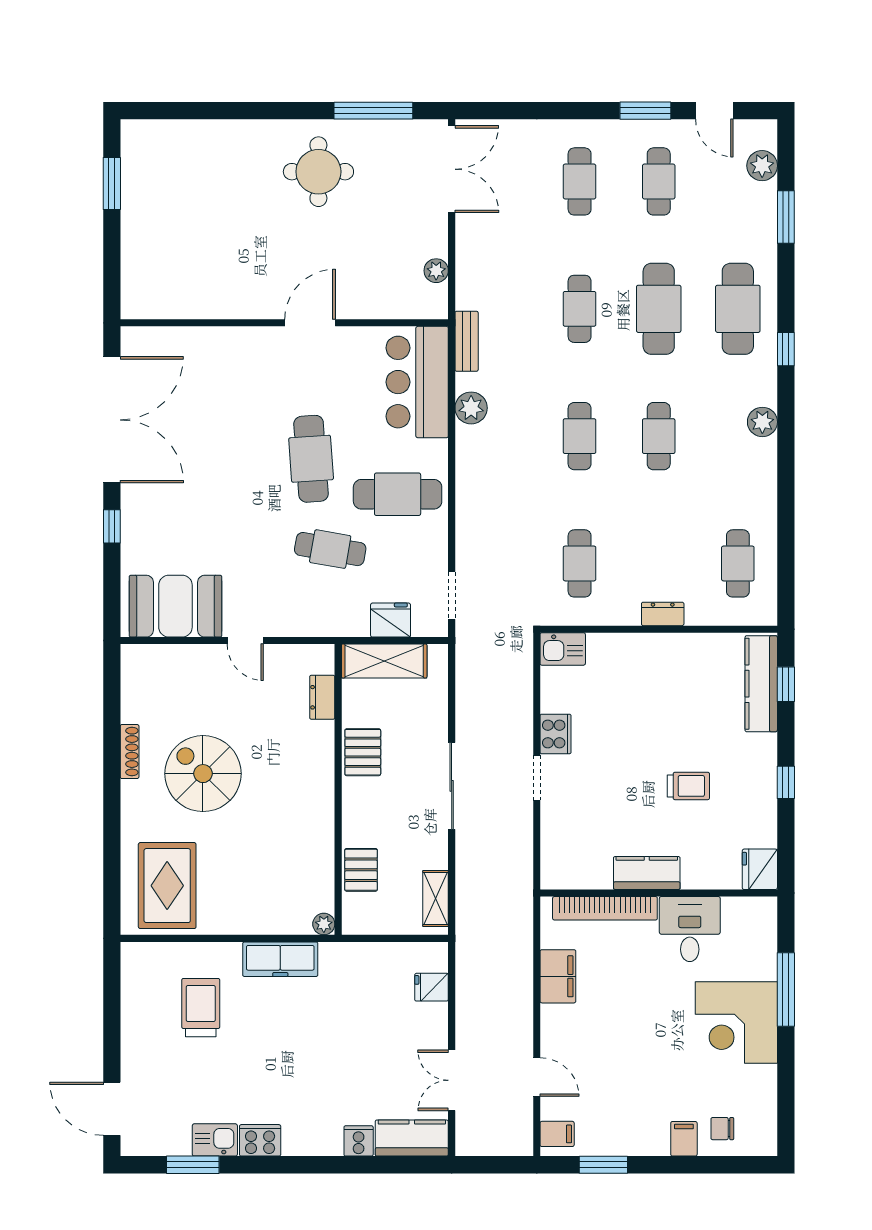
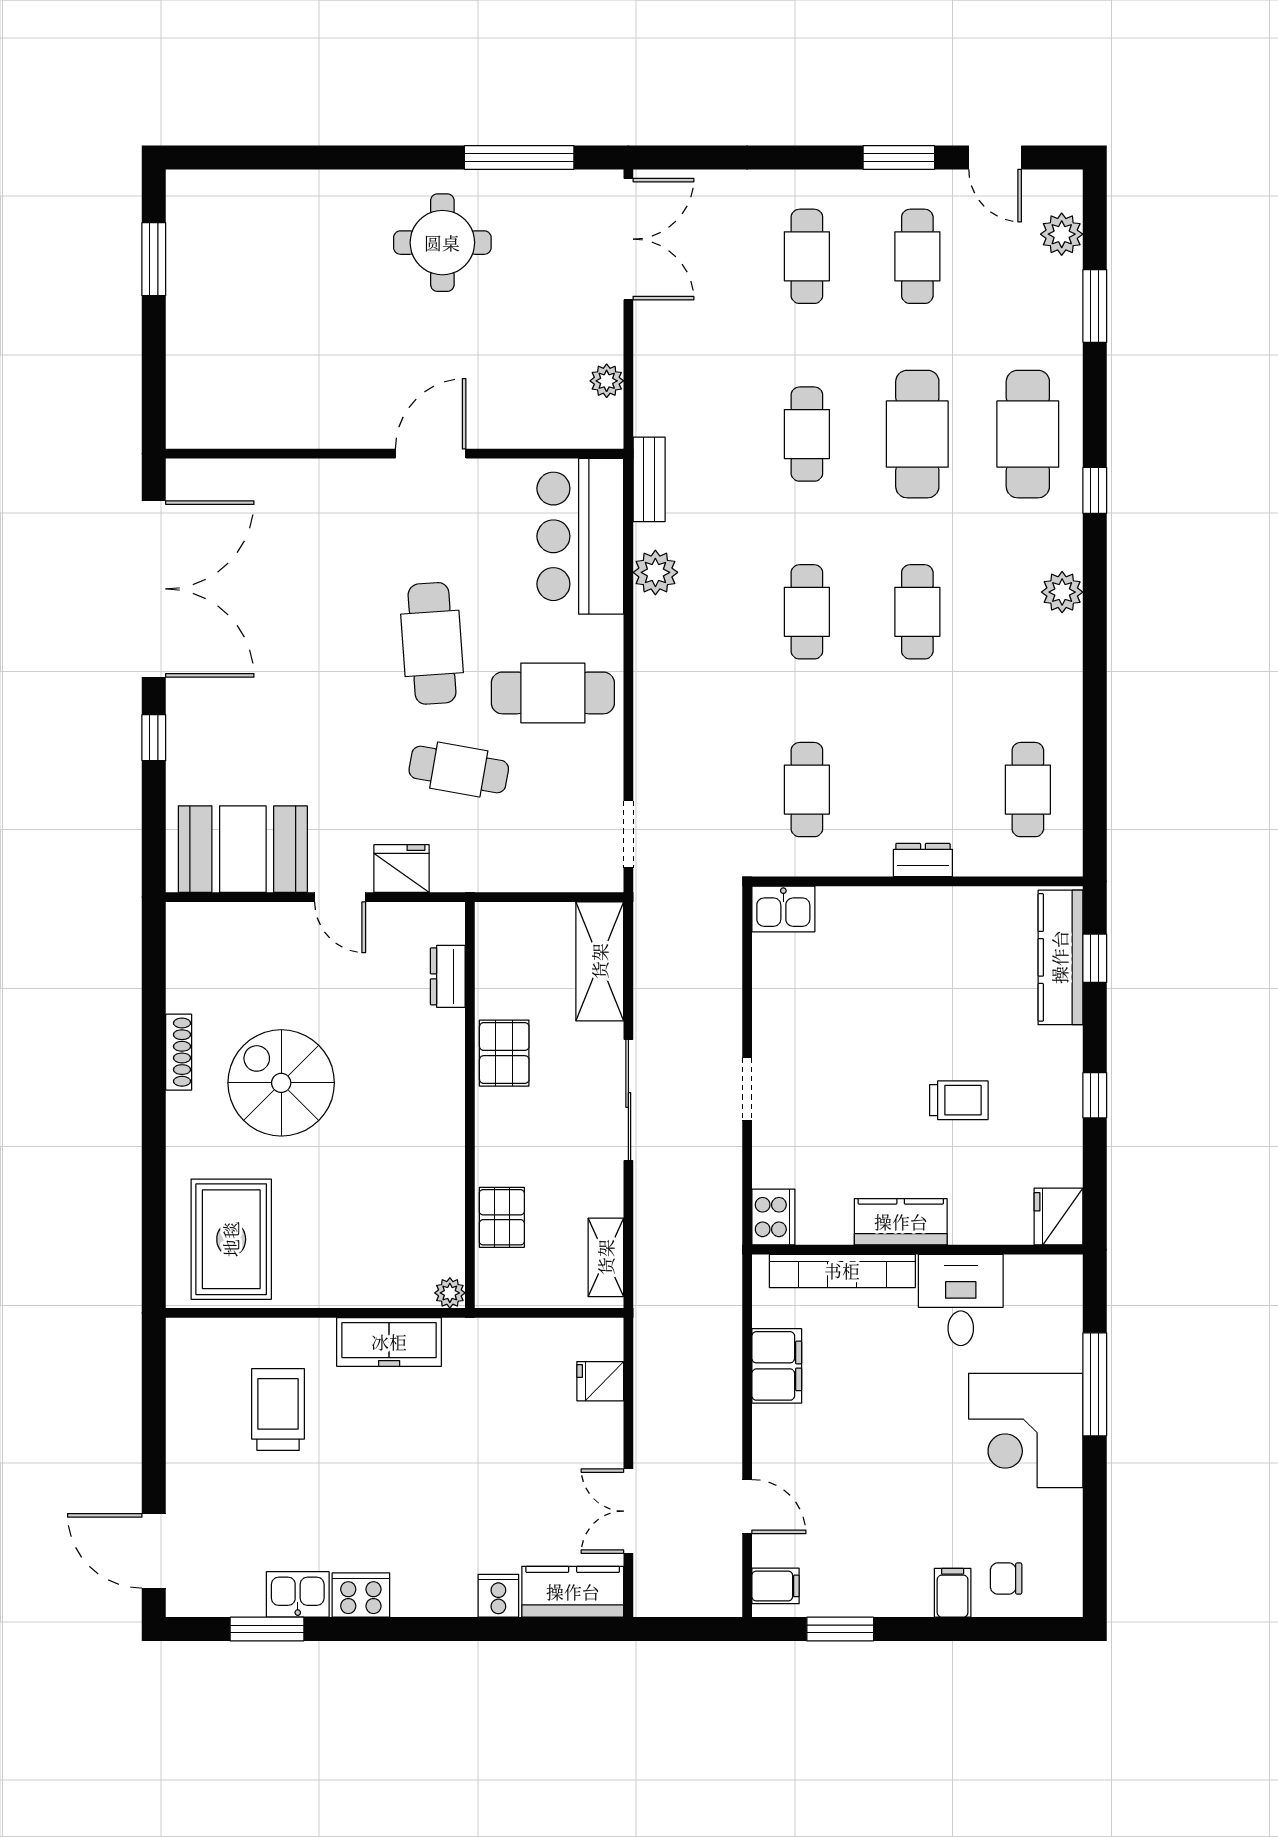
fridge: (391, 620) -> (401, 869), moved
shelving: (384, 661) -> (600, 961), moved, turned 90
cooker: (556, 734) -> (773, 1217), moved

